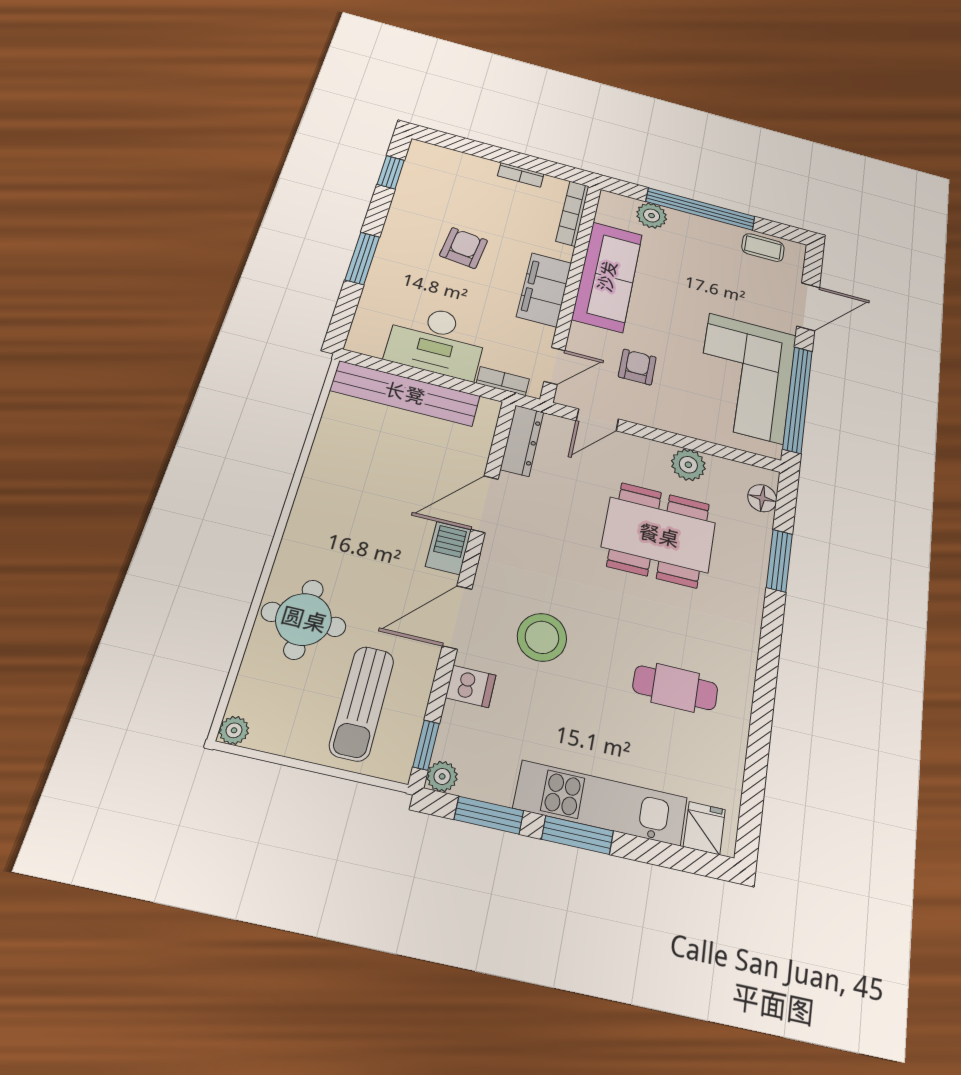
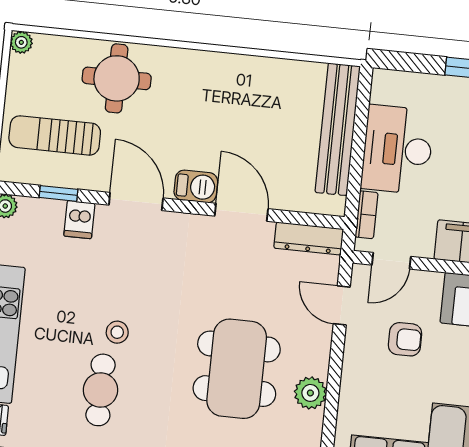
door: (554, 366) -> (391, 261), hinge flipped
stool: (542, 637) -> (117, 332), moved, width x0.53, depth x0.53
window: (426, 745) -> (58, 193), moved

